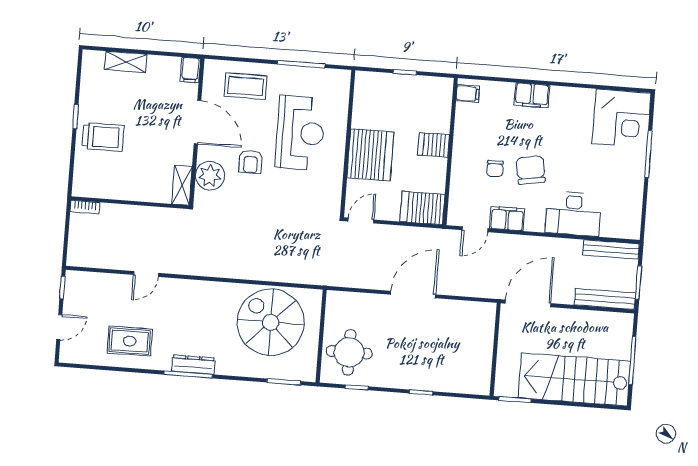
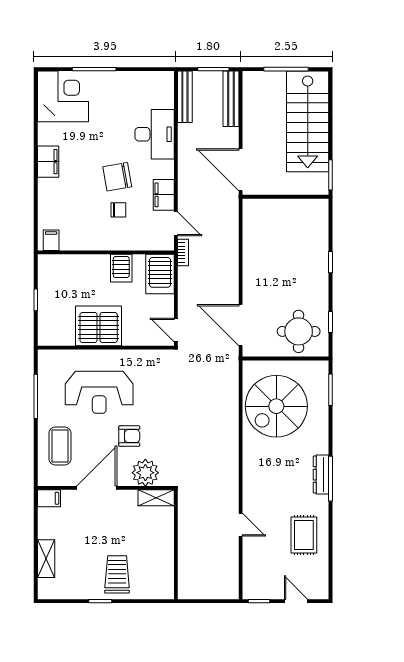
filing cabinet: (532, 95) -> (48, 162), moved
reception desk: (300, 133) -> (99, 392), turned 180
server rack: (434, 145) -> (121, 268), moved
server rack: (370, 155) -> (99, 326), moved
bookcase: (85, 207) -> (183, 252), moved
door: (413, 295) -> (241, 325), moved

